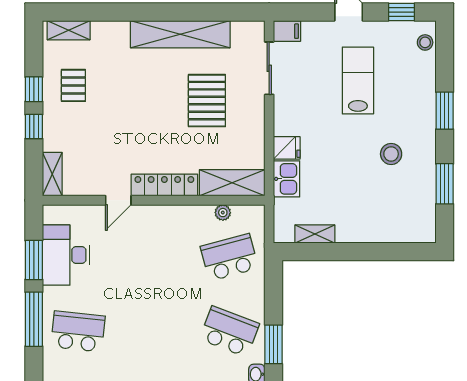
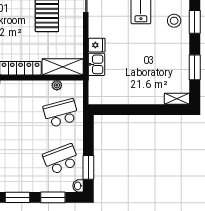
stool: (391, 154) -> (174, 21), moved
shelving: (315, 234) -> (177, 99), moved
school desk: (229, 331) -> (61, 159), turned -42

